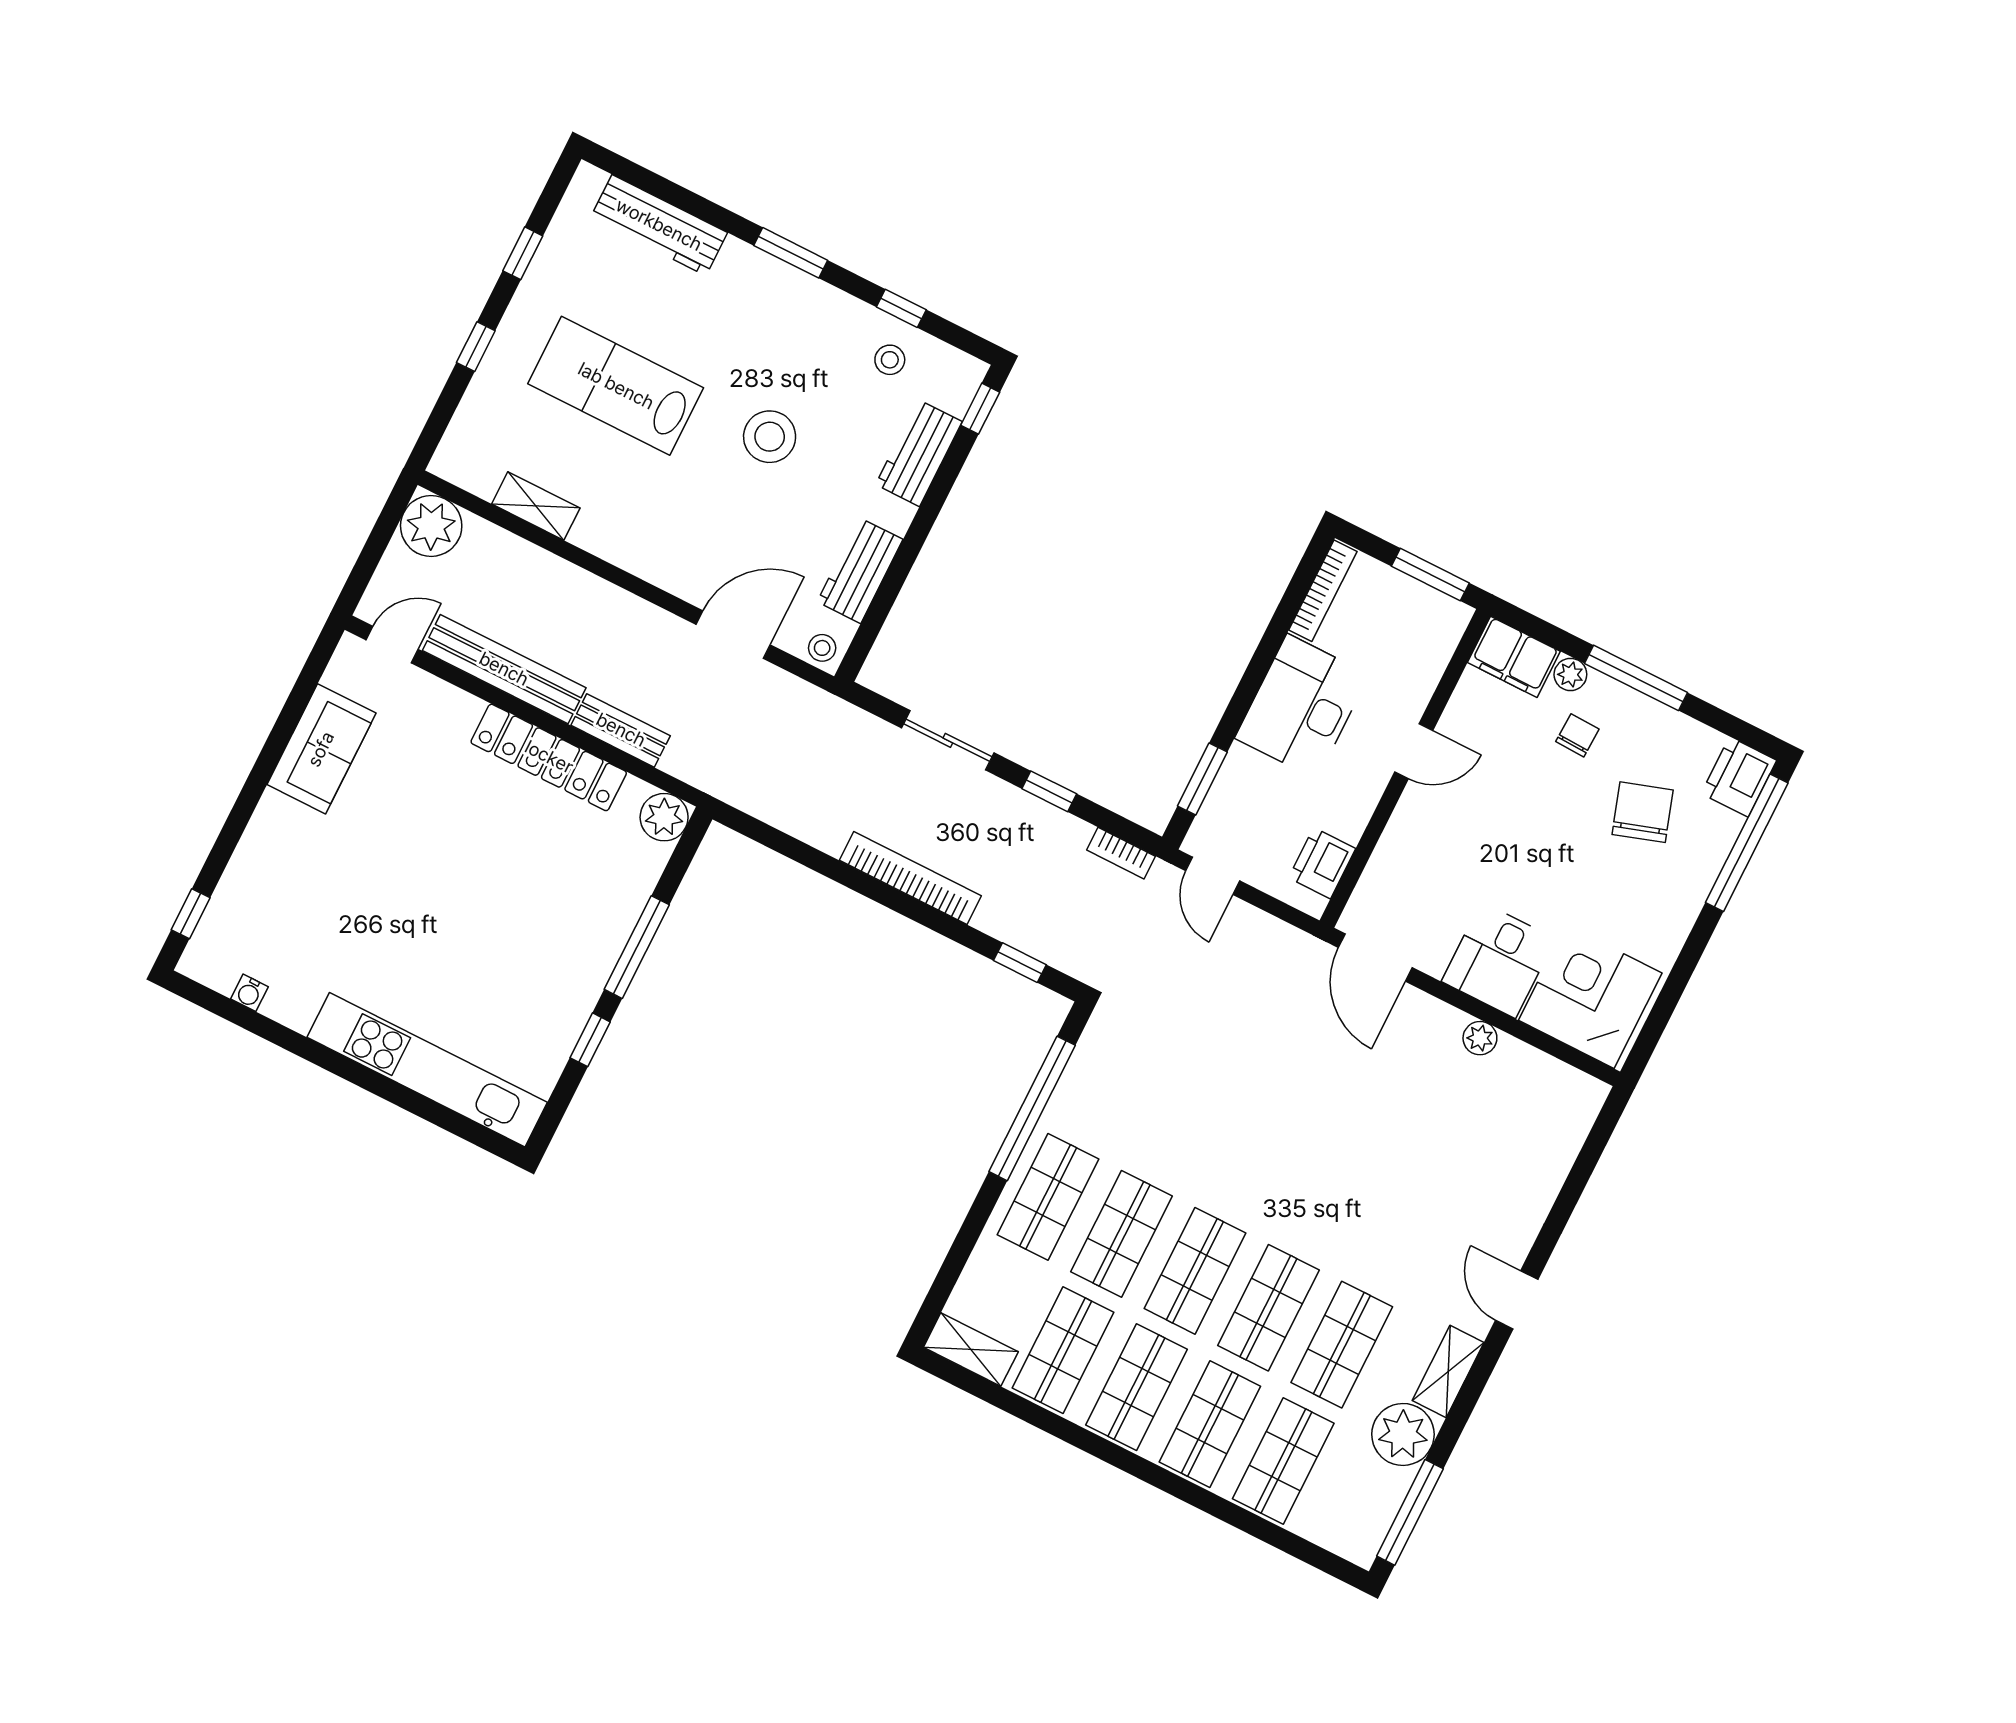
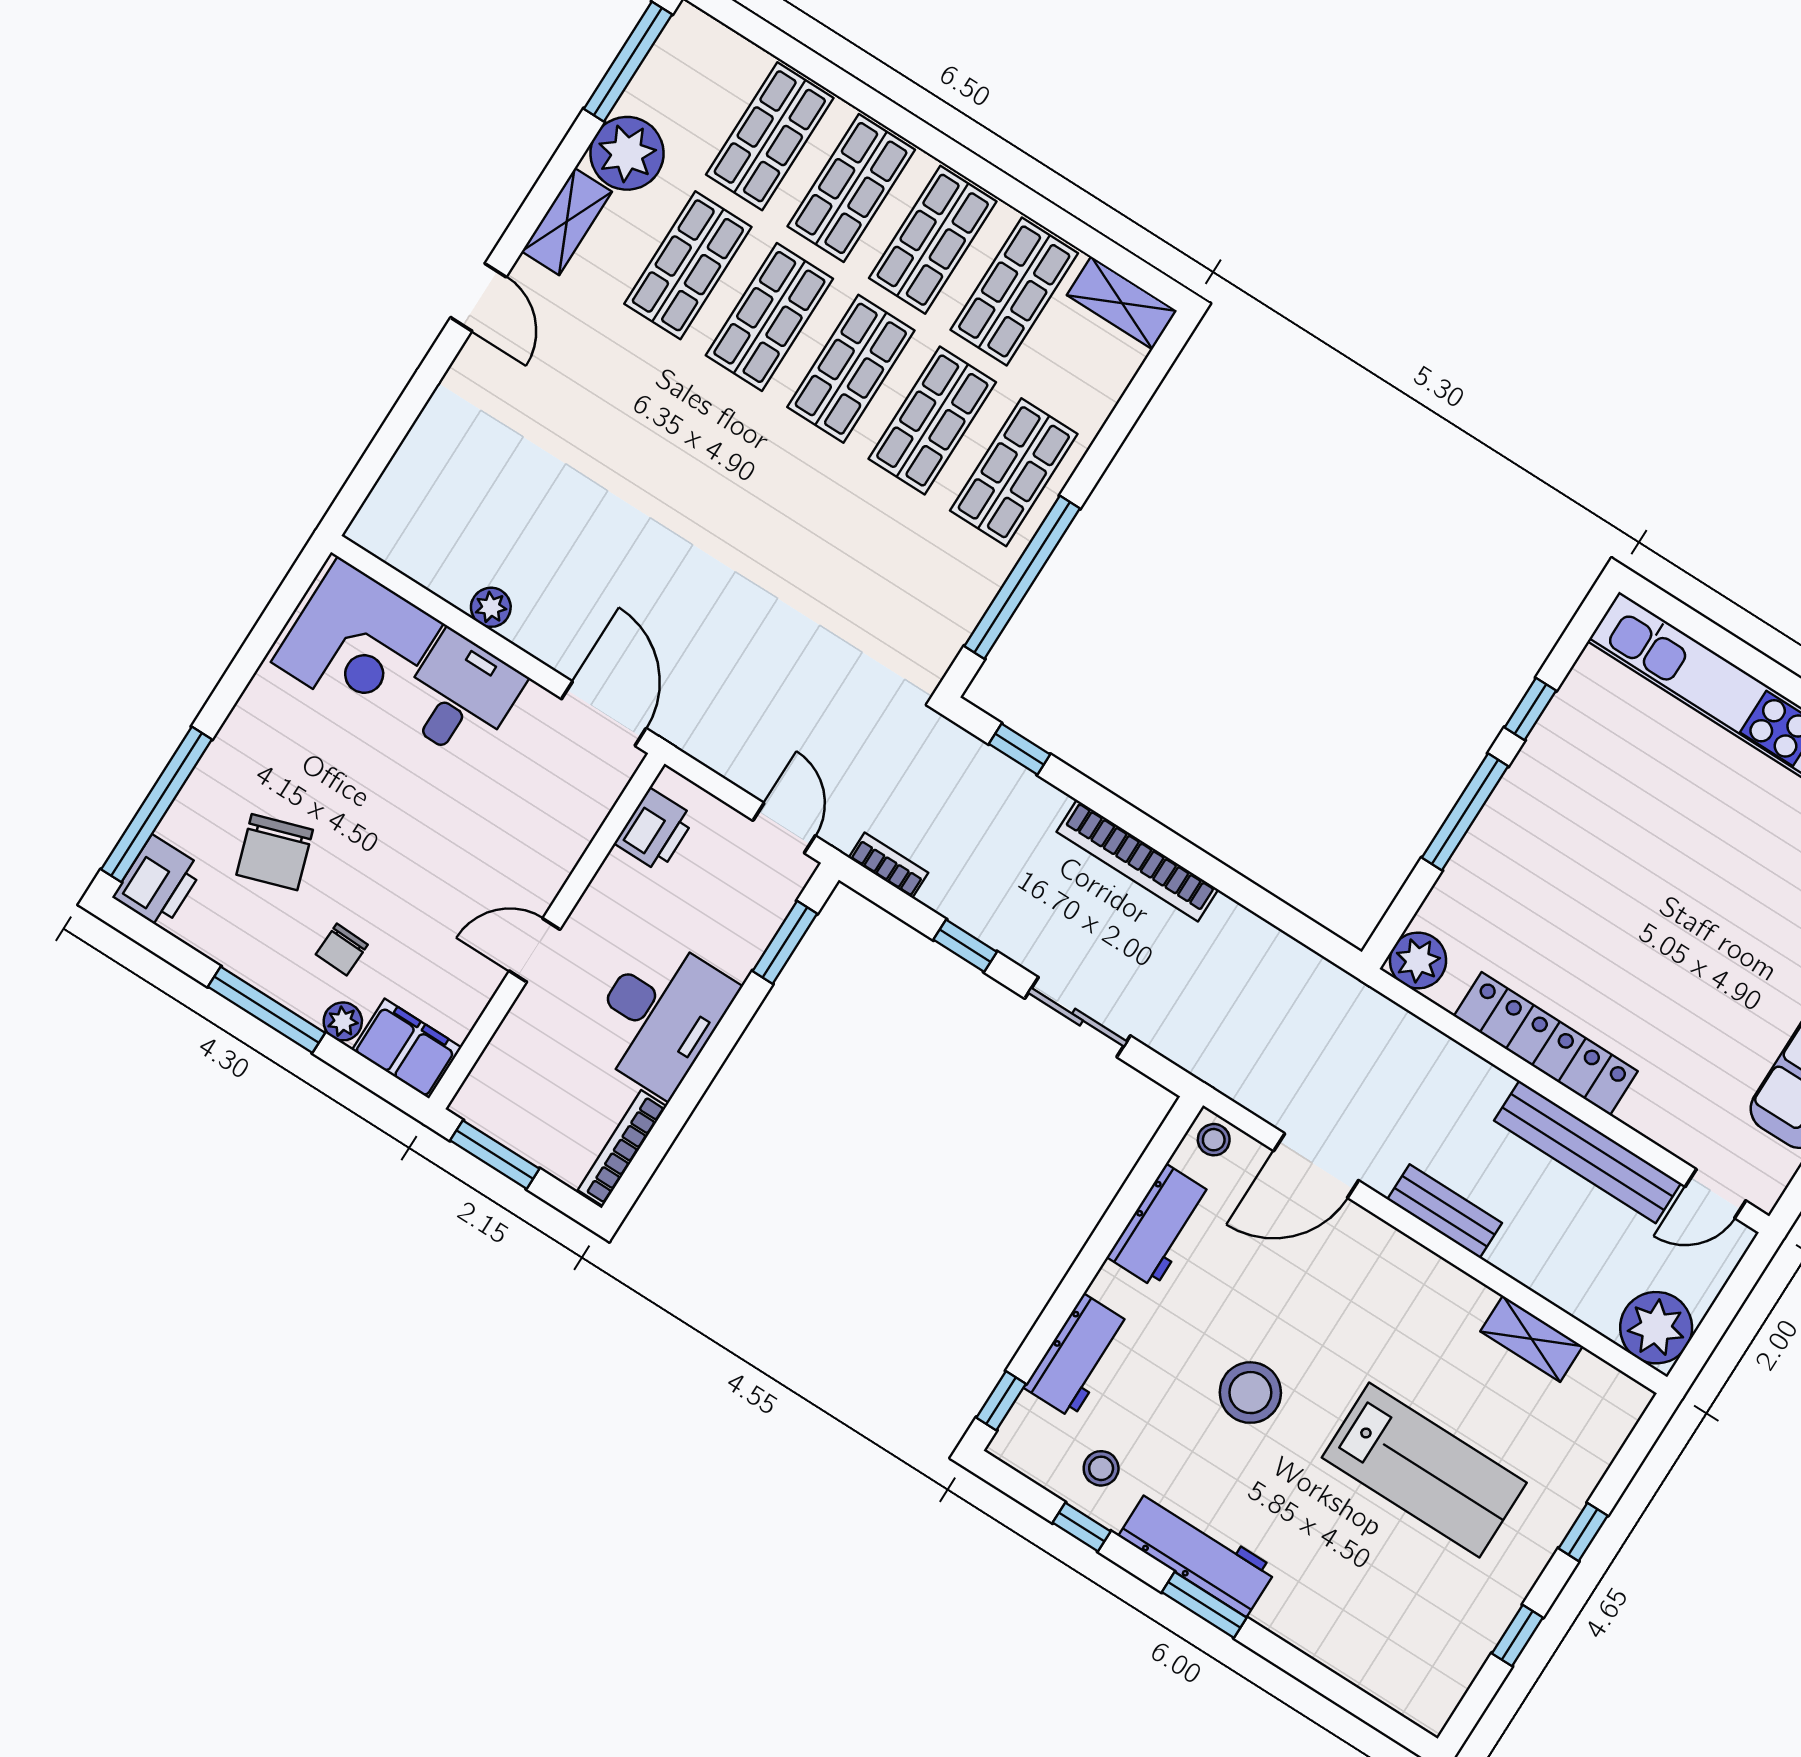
workbench: (659, 225) -> (1197, 1553), moved
bench: (621, 730) -> (1445, 1211), moved

